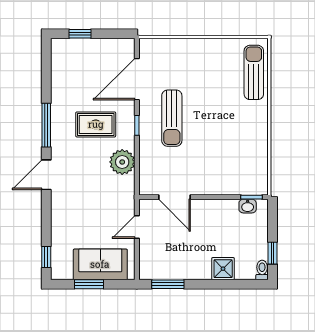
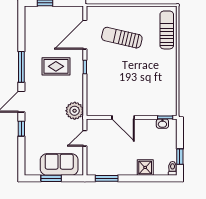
sun lounger: (172, 118) -> (122, 38), moved, turned 103
plant: (122, 162) -> (75, 111), moved
door: (174, 197) -> (123, 117), moved
window: (46, 257) -> (21, 129), moved

